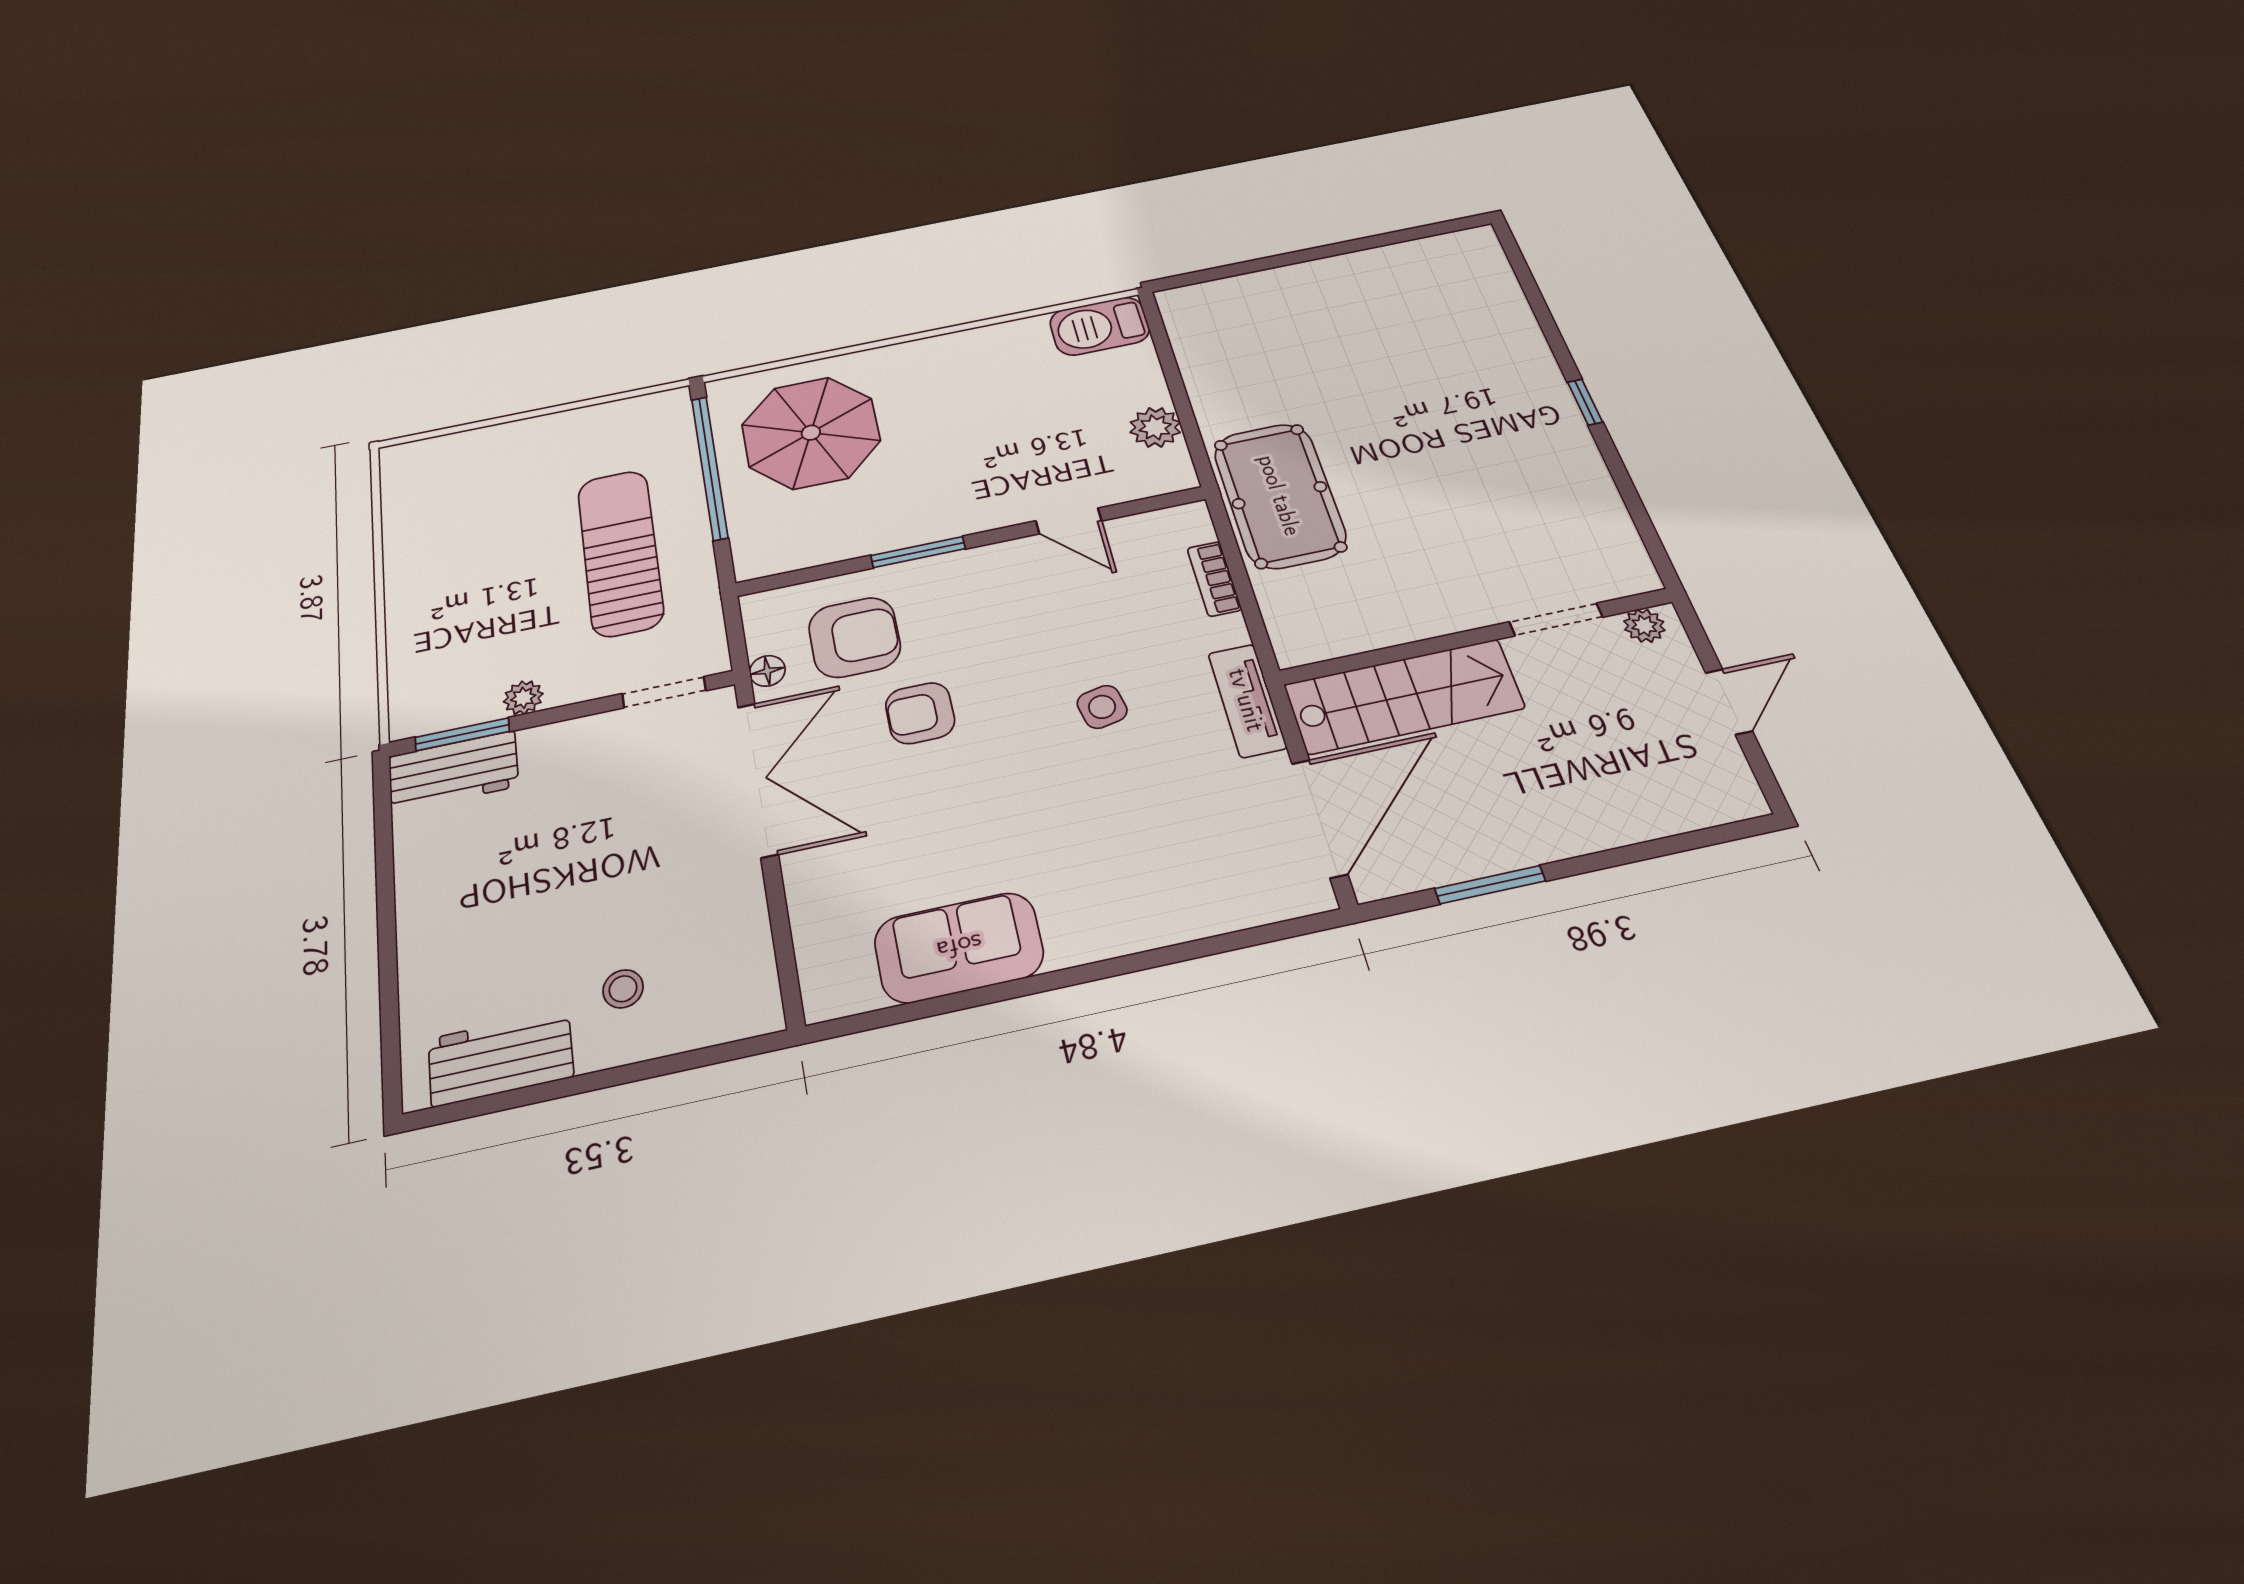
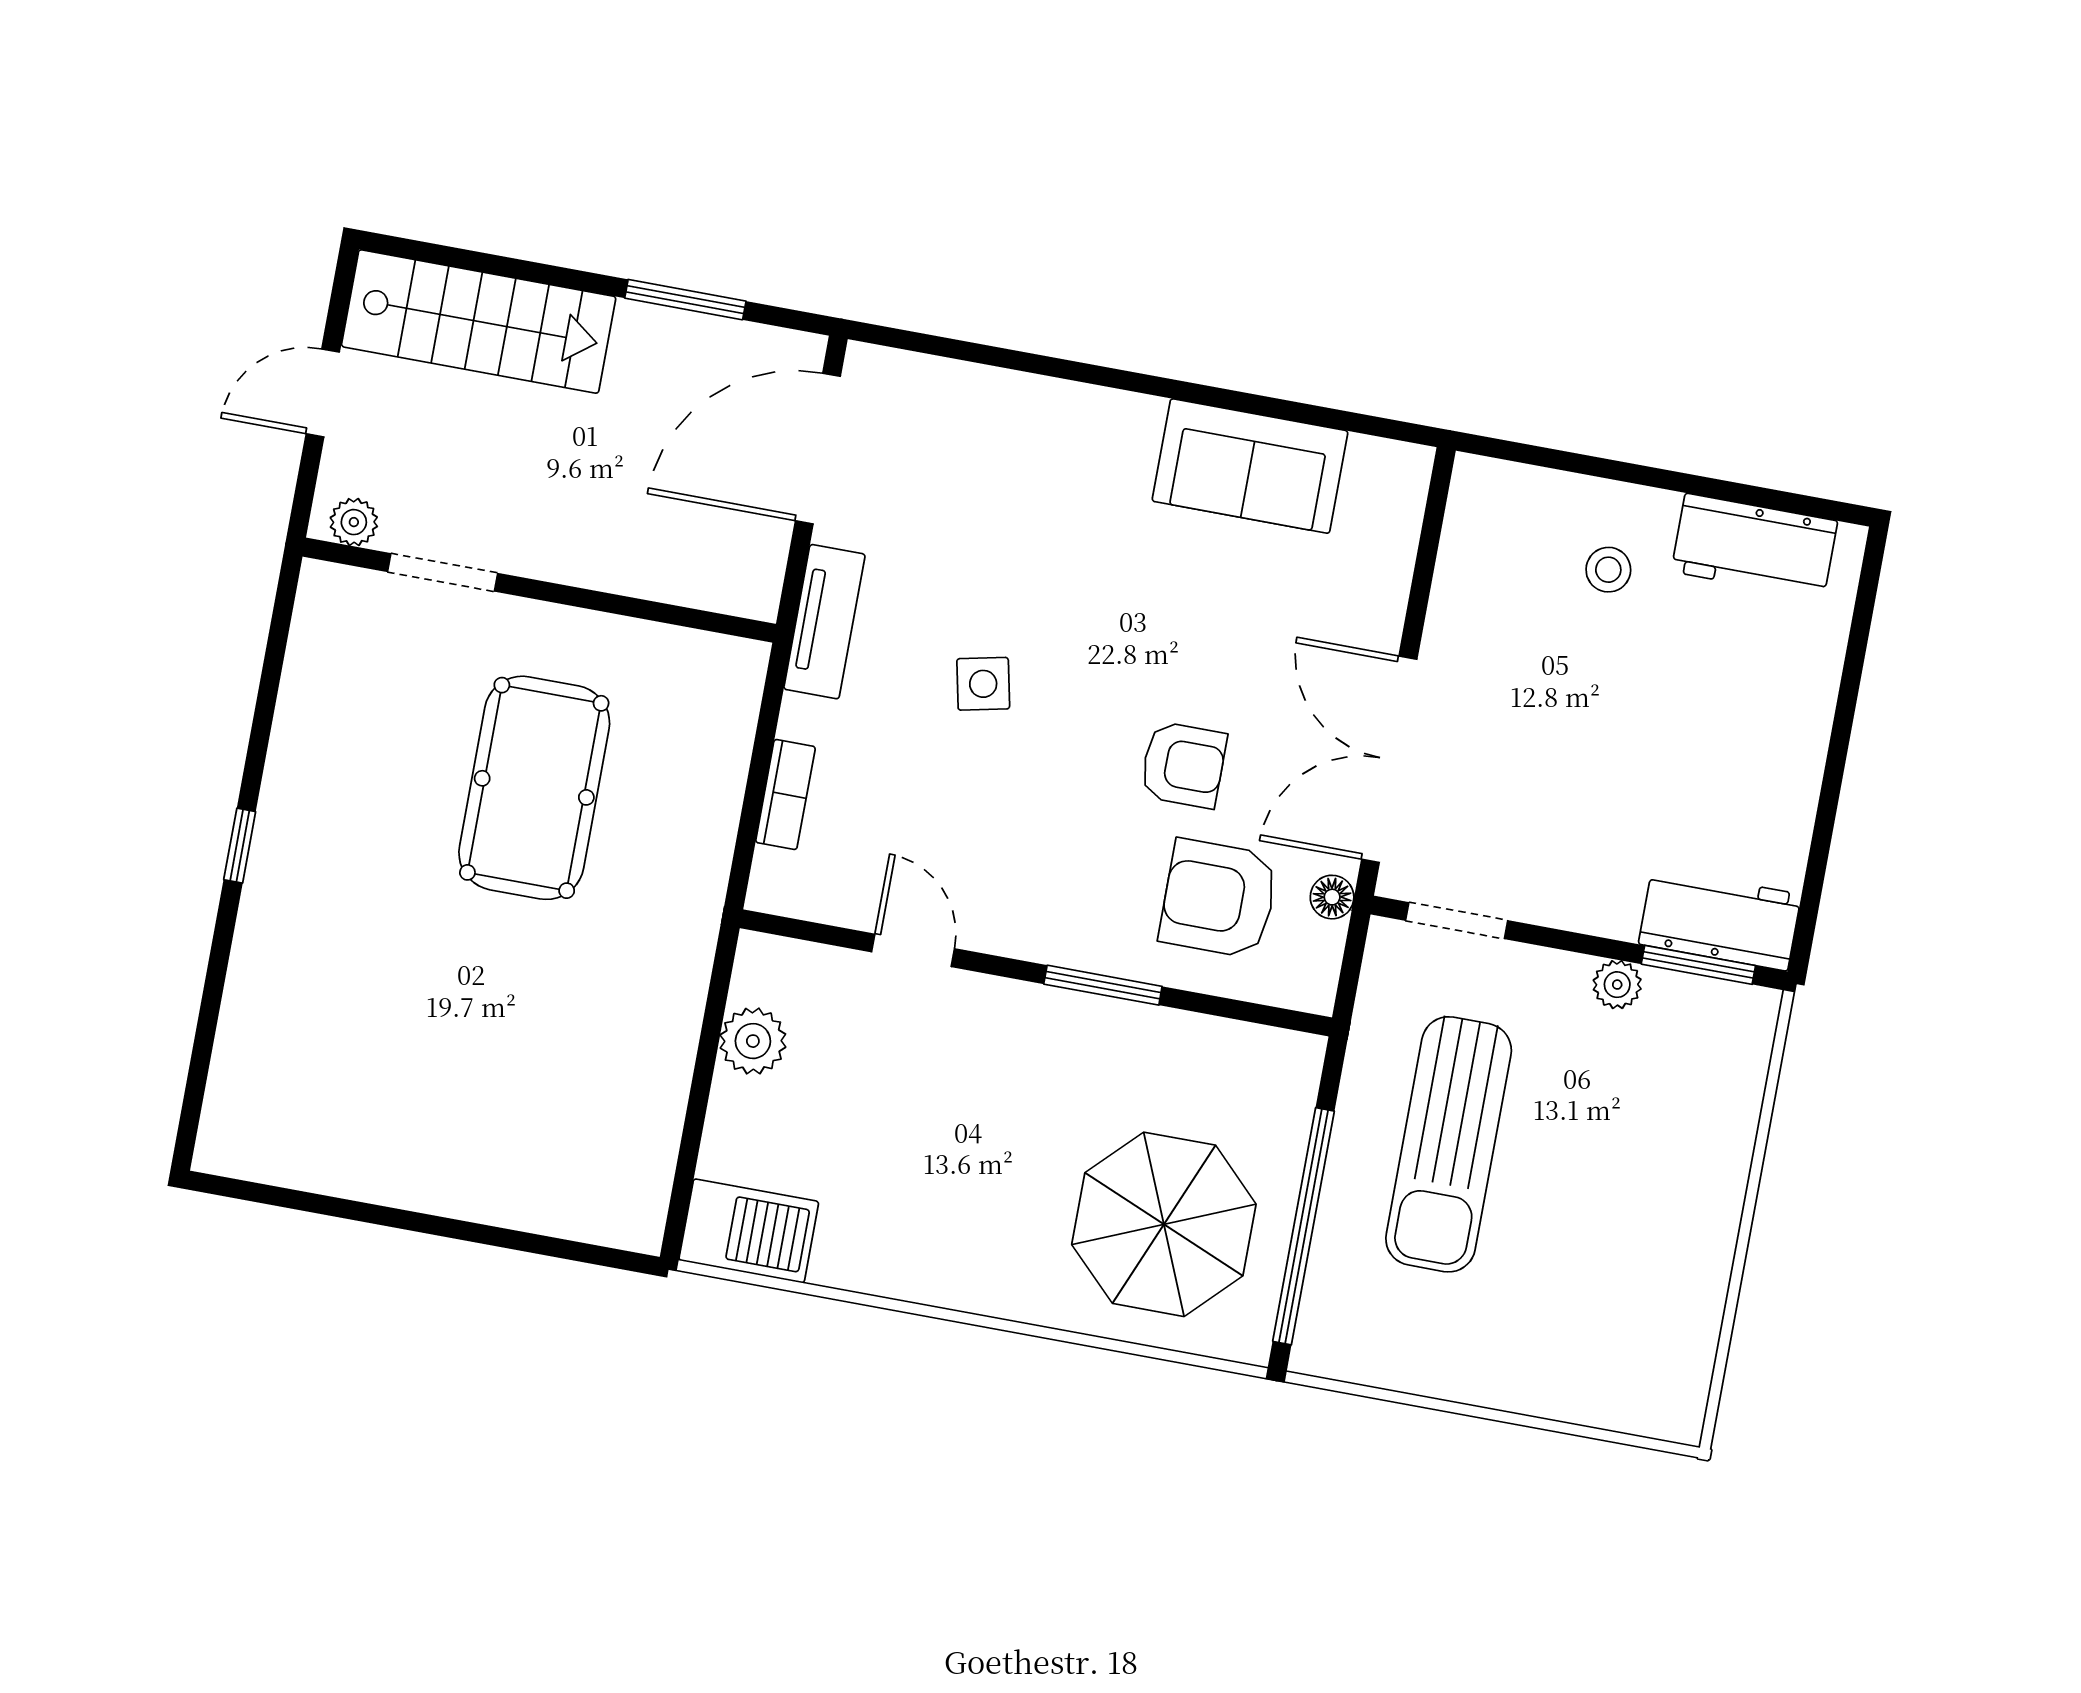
pool table: (1280, 495) -> (534, 788), moved
stairs: (1404, 696) -> (479, 322), moved, turned 180

